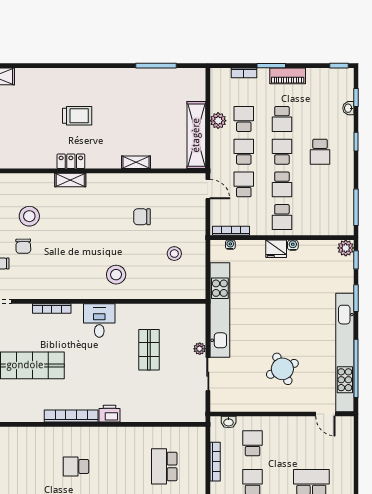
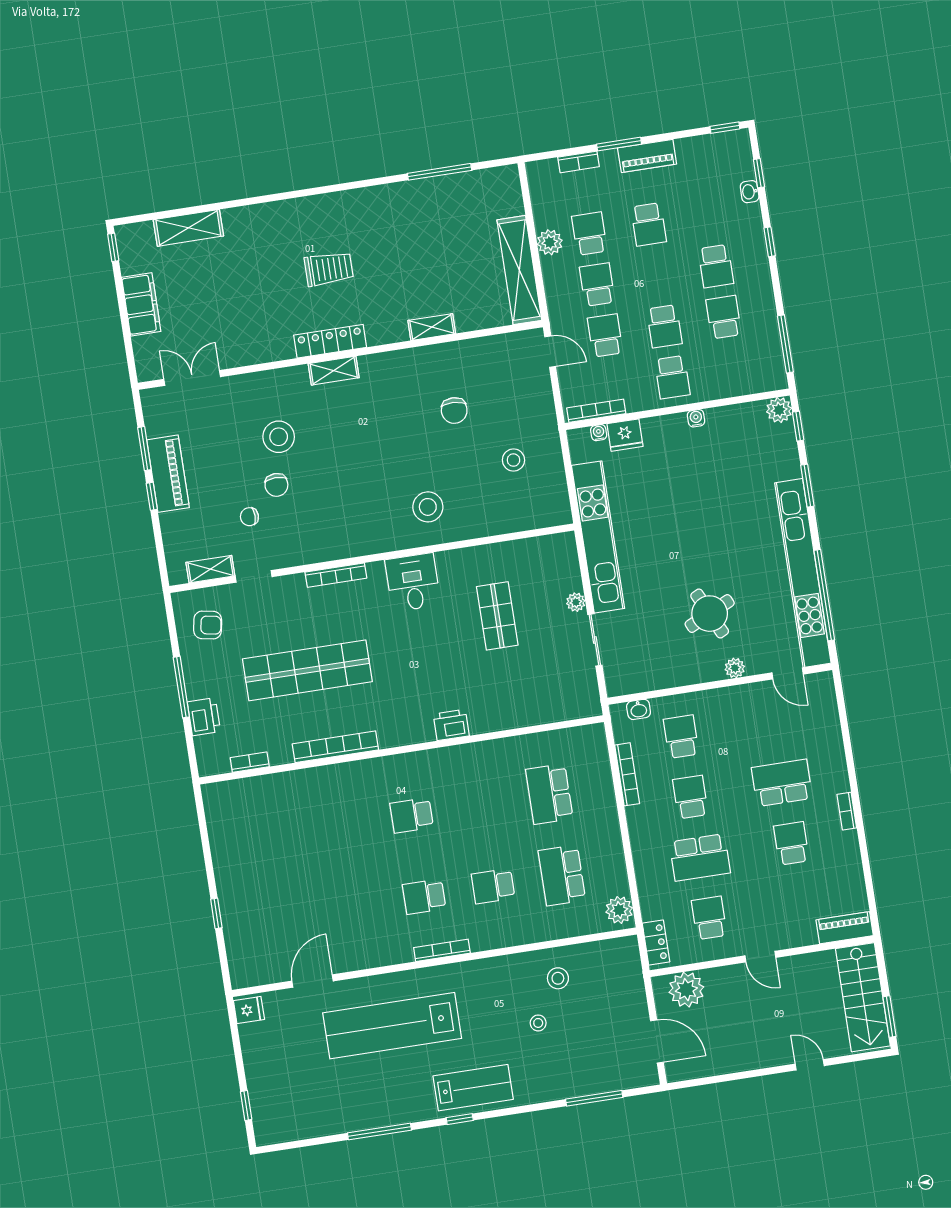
school desk: (282, 152) -> (724, 317), moved
locker: (71, 161) -> (330, 341), width x1.53
chair: (142, 217) -> (454, 411), turned -88
fridge: (276, 249) -> (625, 435), moved
plant: (293, 405) -> (735, 668), added
bookcase: (71, 416) -> (335, 747), moved

